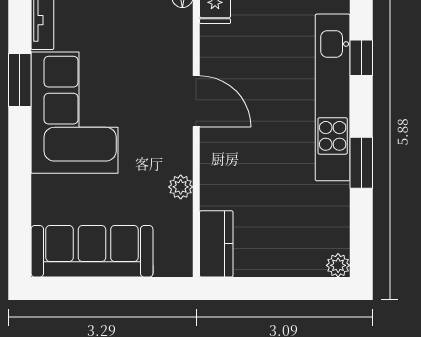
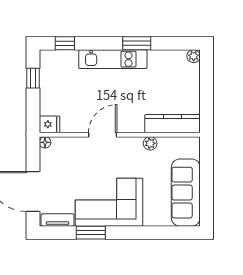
window: (361, 58) -> (65, 43), moved
kitchen unit: (333, 97) -> (113, 59), width x0.73
kitchen counter: (216, 244) -> (172, 124), width x1.50

